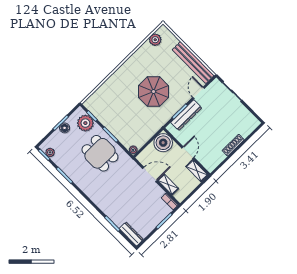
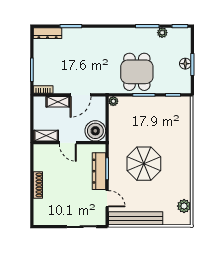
plant: (85, 123) -> (173, 84), removed
plant: (50, 152) -> (162, 33), moved
dining table: (100, 153) -> (137, 72), turned 90

